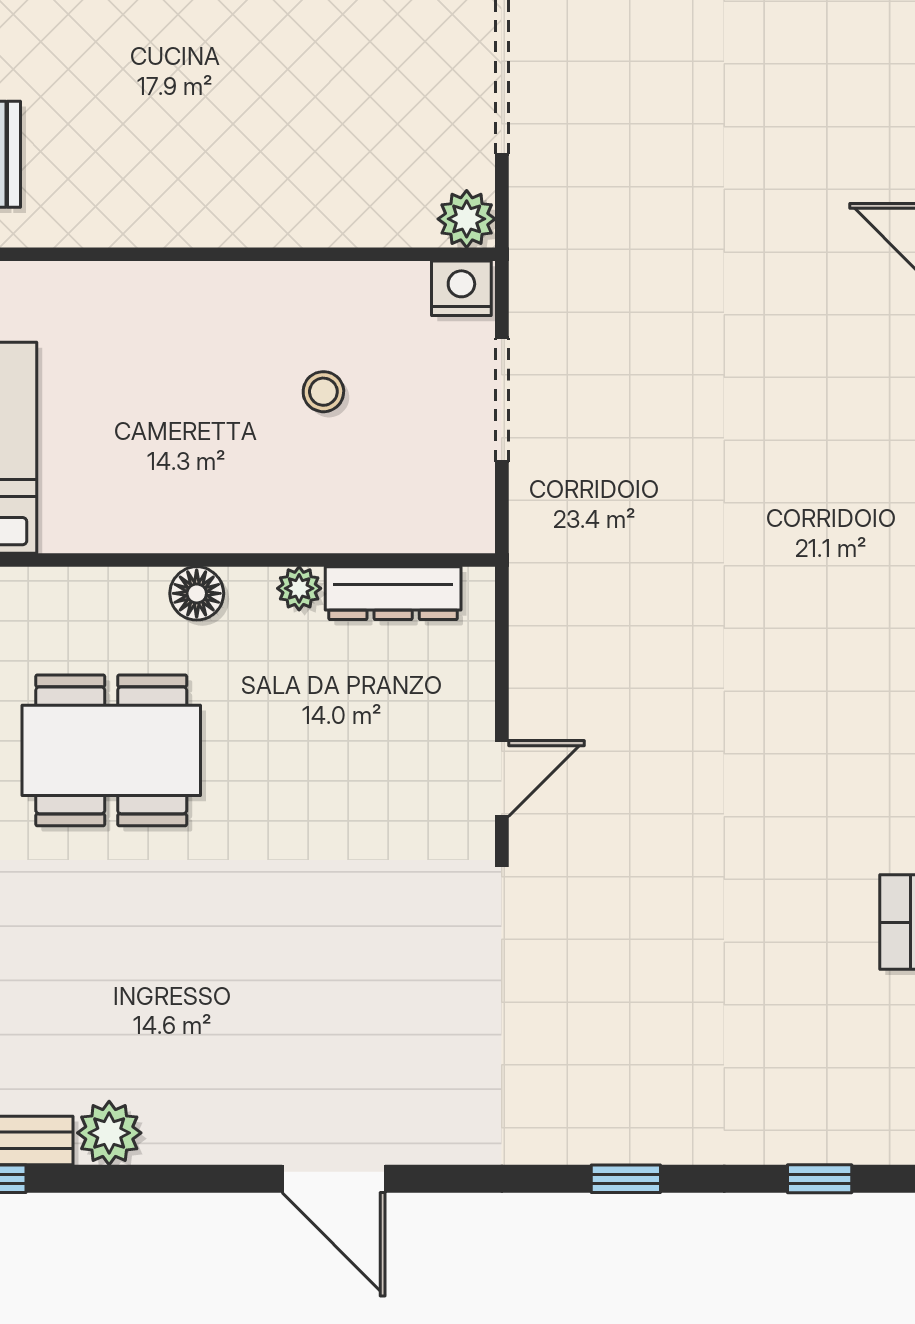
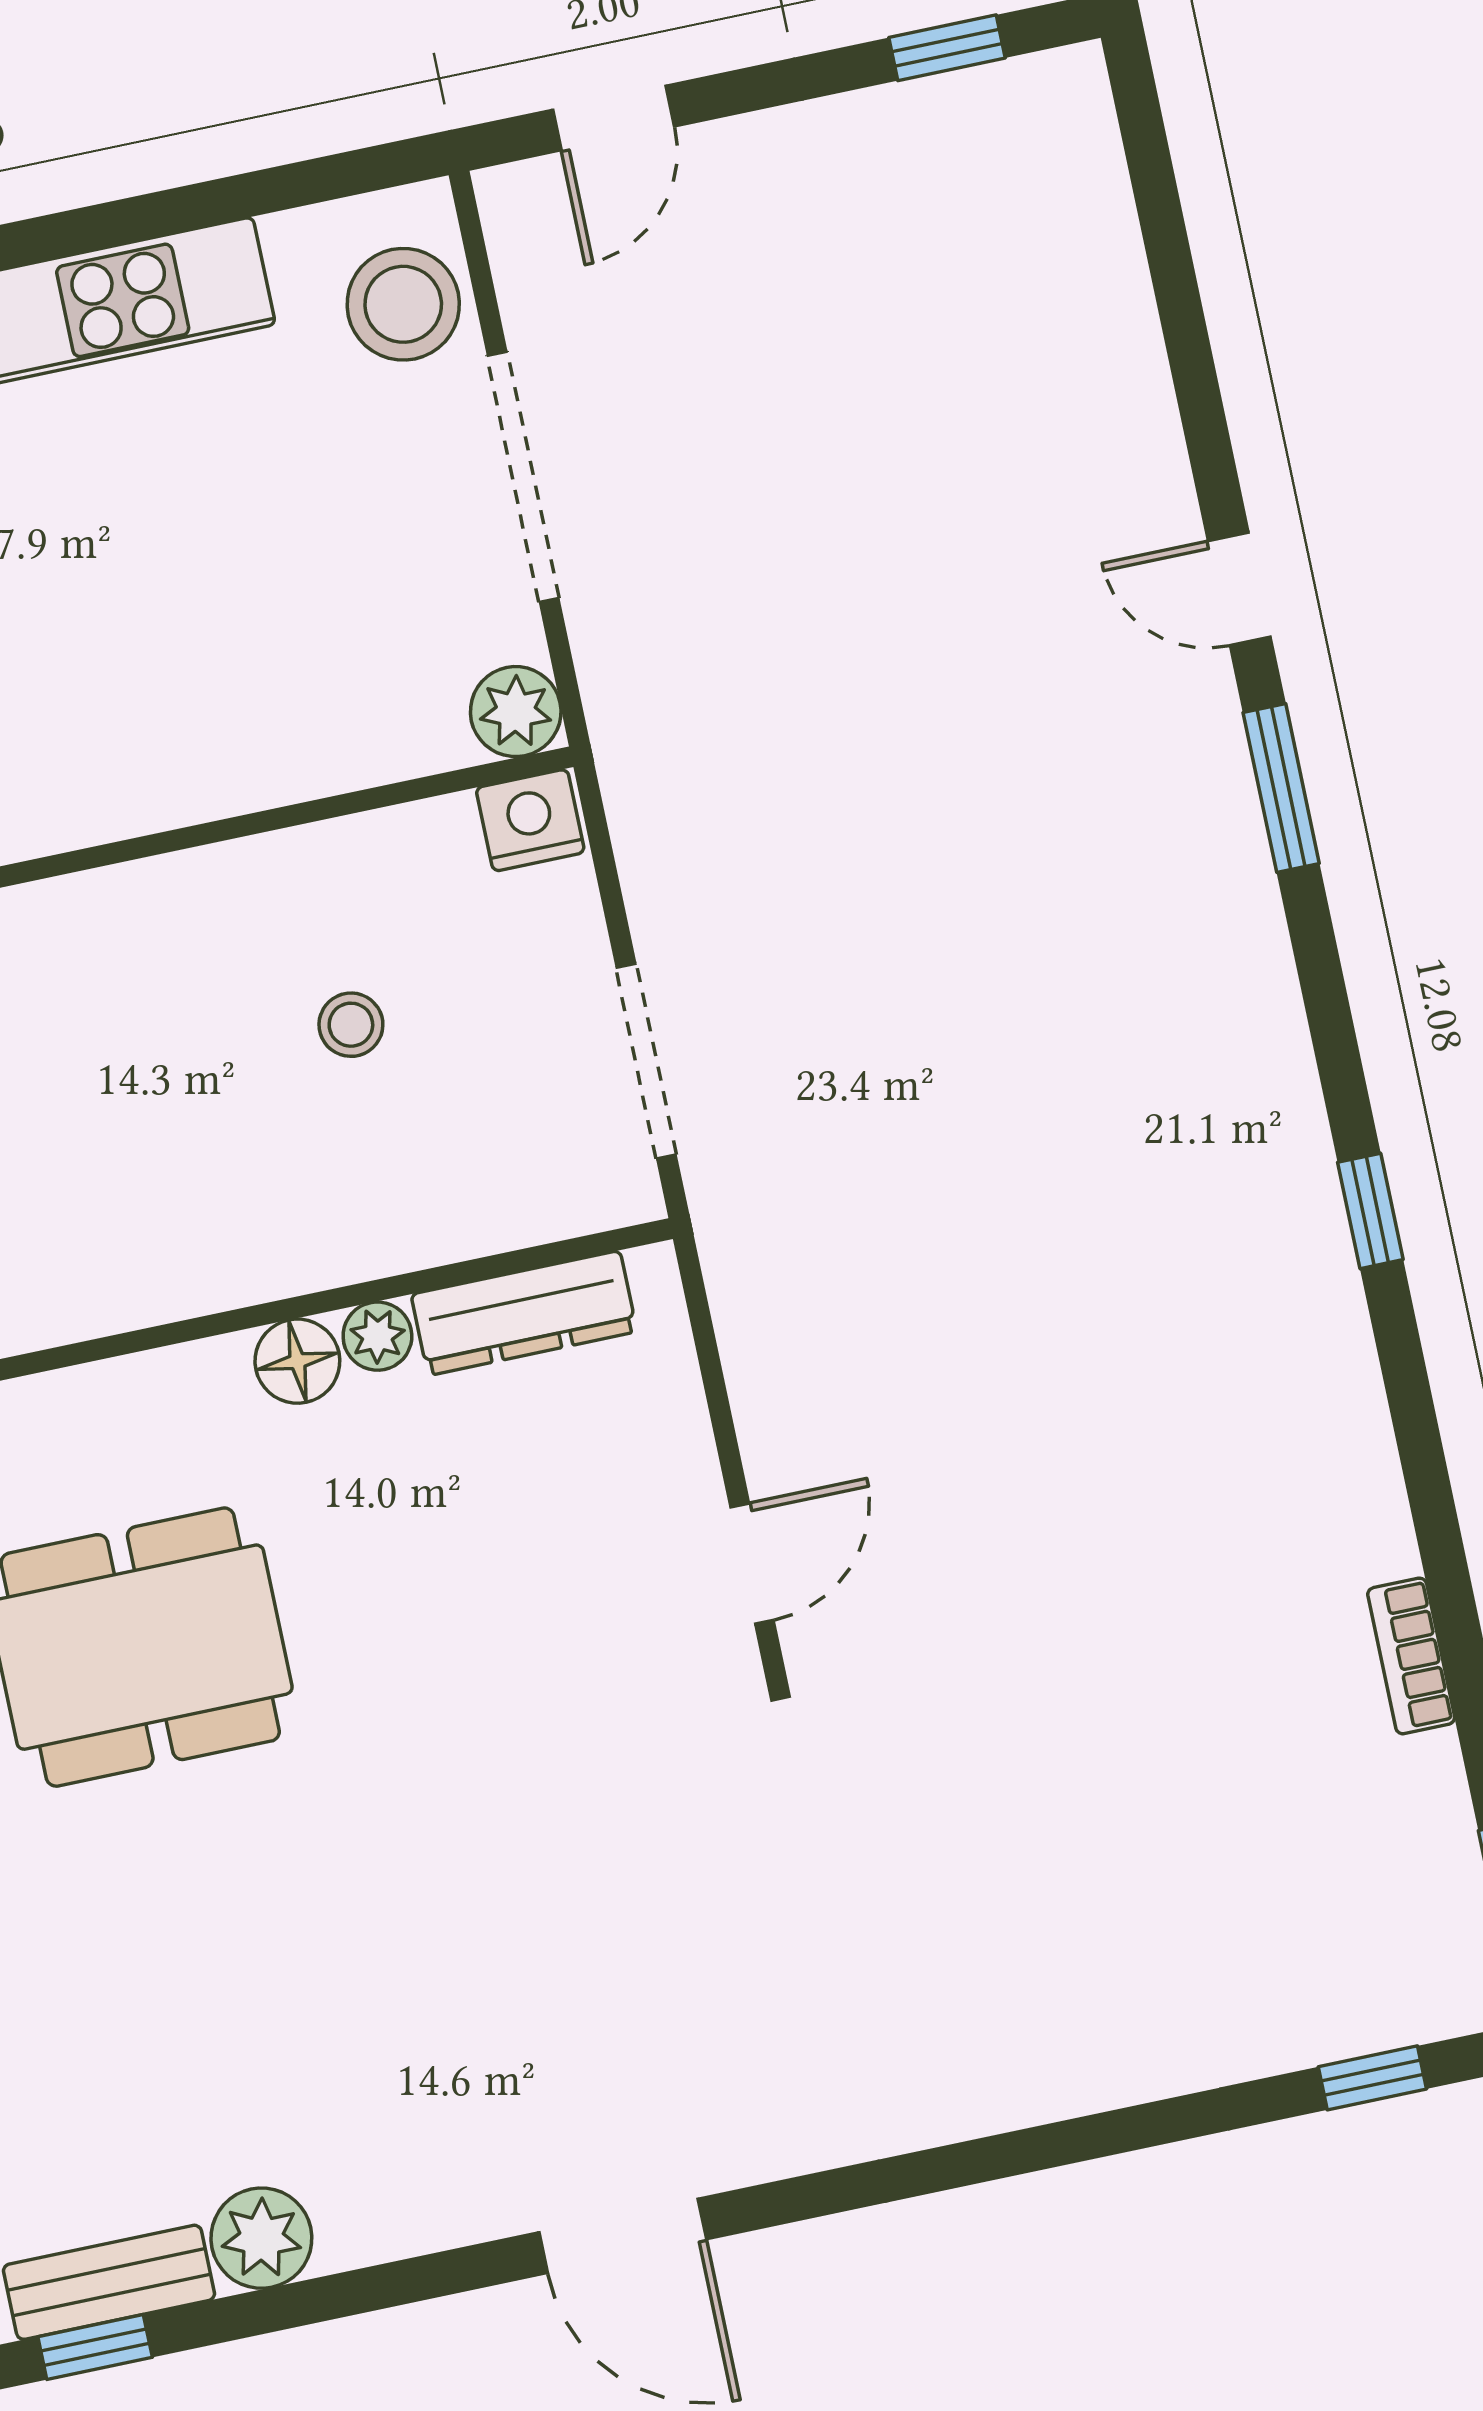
doorway: (502, 400) -> (646, 1061), moved
floor lamp: (197, 593) -> (297, 1361), moved
window: (626, 1179) -> (1074, 2141), removed

